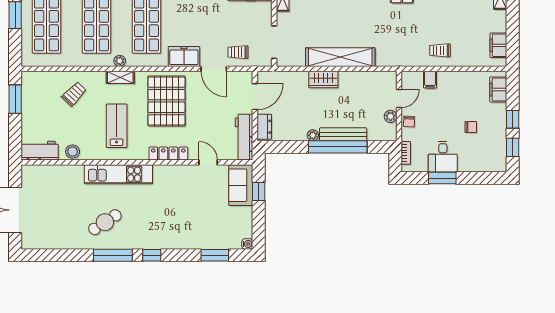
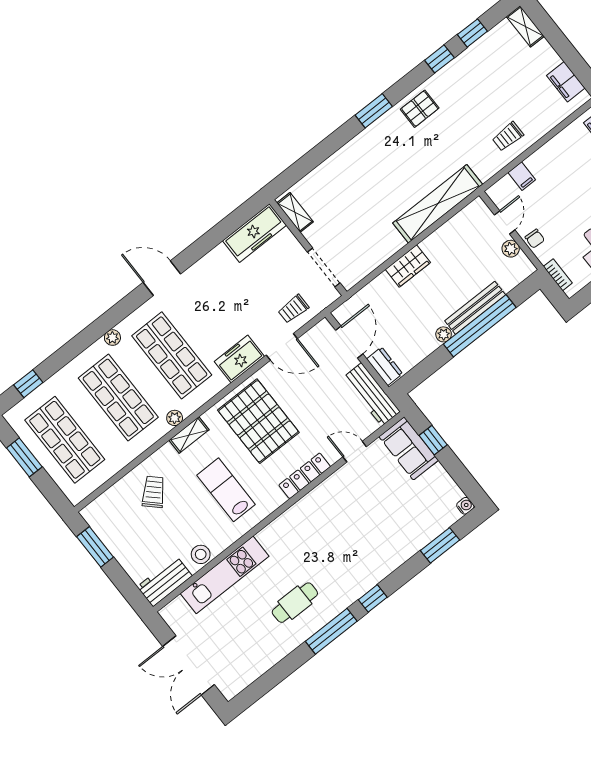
shelving: (340, 57) -> (438, 204), moved
kitchen unit: (118, 174) -> (225, 575), moved
cafe table: (105, 222) -> (295, 603), turned 33

